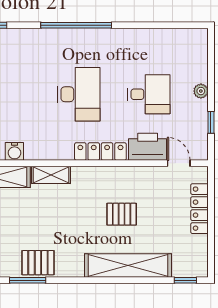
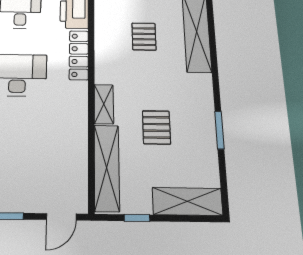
water cooler: (14, 151) -> (78, 142), removed
pallet: (38, 263) -> (156, 127), moved

